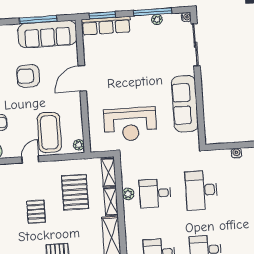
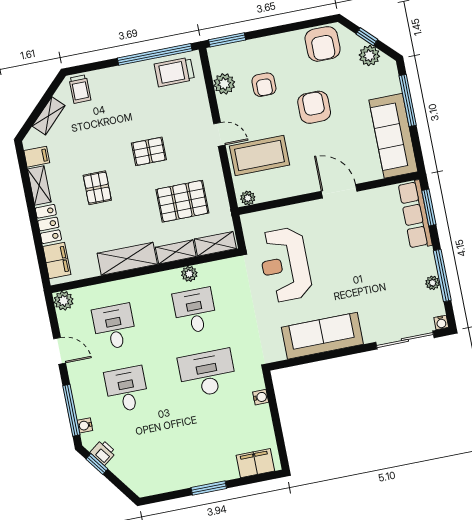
window: (38, 20) -> (408, 100), moved
armchair: (28, 76) -> (314, 107), moved
water cooler: (236, 153) -> (261, 397), moved

